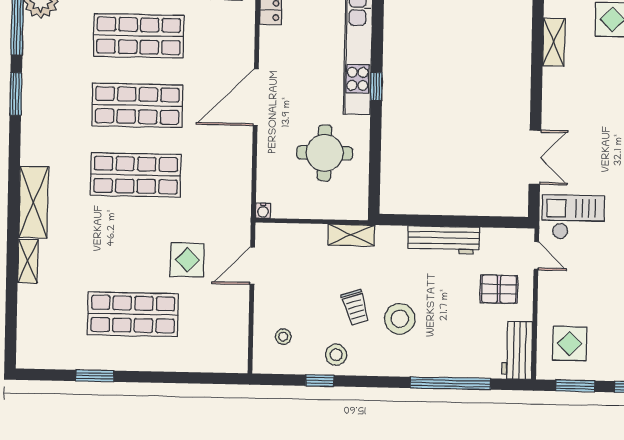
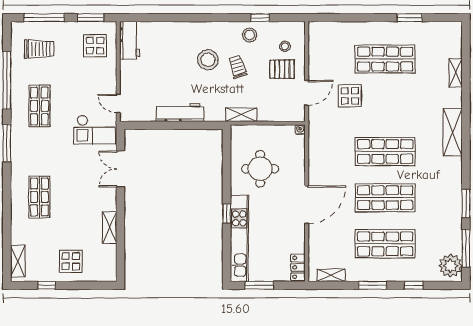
shelving: (554, 42) -> (110, 227), moved
shelving: (28, 261) -> (456, 73), moved
pallet: (499, 289) -> (282, 69), moved
window: (451, 383) -> (173, 18), removed

